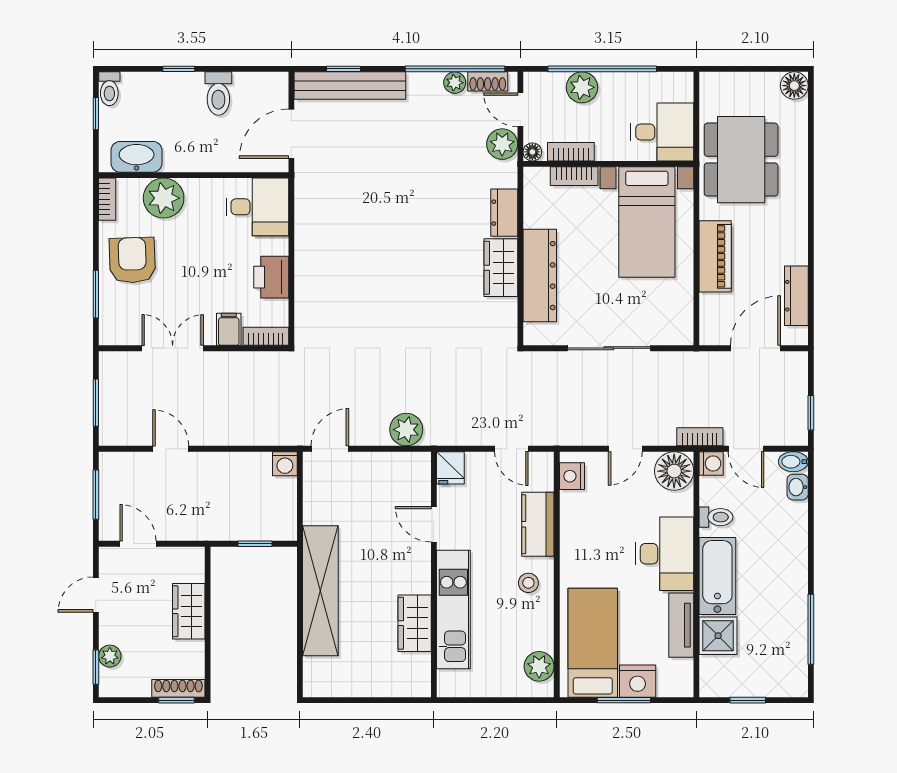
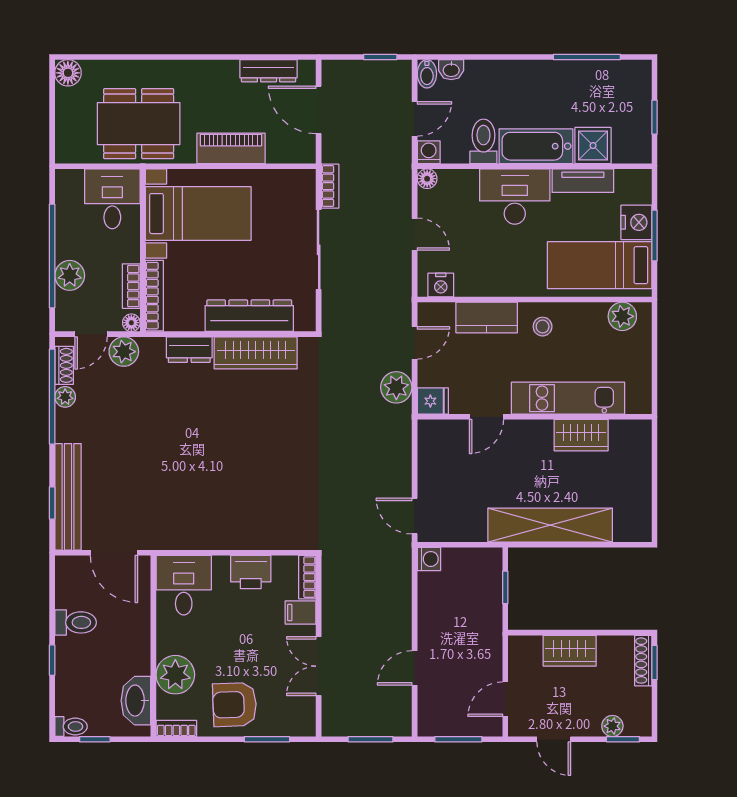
bookcase: (574, 176) -> (154, 296), width x1.56
wardrobe: (501, 268) -> (256, 353), width x1.50
plant: (406, 430) -> (396, 387), moved
bookcase: (700, 437) -> (330, 186), moved, turned 180
floor lamp: (674, 471) -> (427, 179), width x0.53, depth x0.53
toilet: (716, 517) -> (483, 141), width x1.37, depth x1.39

